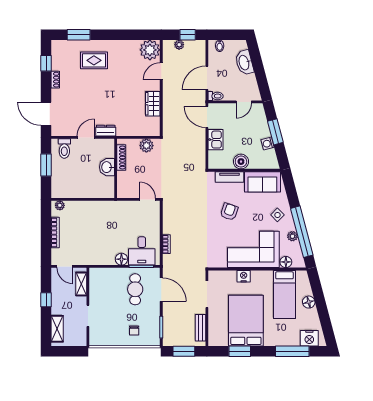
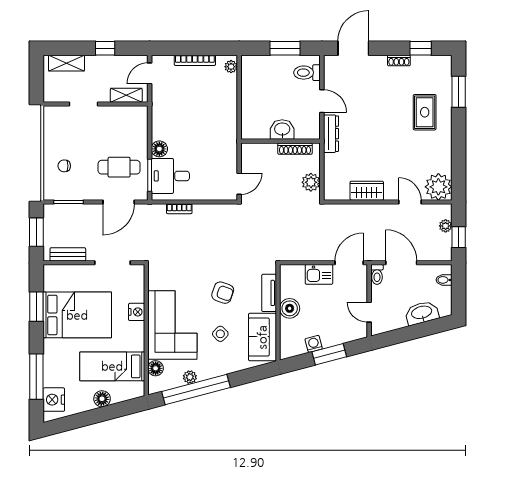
dresser: (106, 131) -> (331, 134), width x1.44
side table: (277, 215) -> (220, 334), moved

